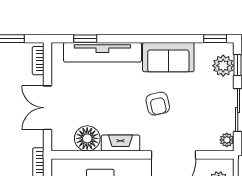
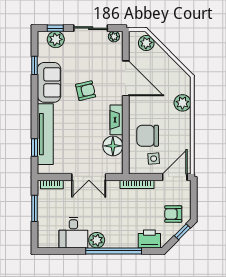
window: (215, 39) -> (35, 65), moved

